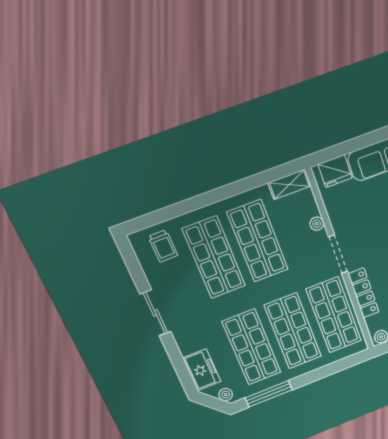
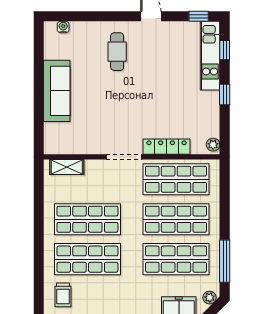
fridge: (335, 171) -> (54, 135), removed
shelving: (289, 184) -> (67, 167), moved, turned 90
plant: (317, 224) -> (91, 166), removed
trolley: (163, 246) -> (63, 295), turned 91

